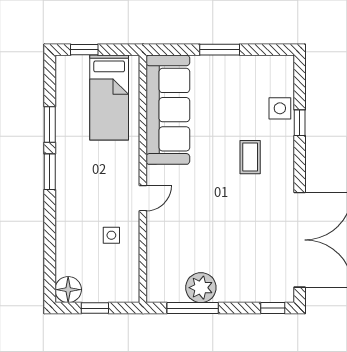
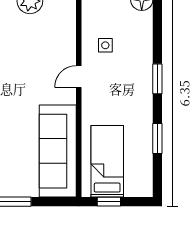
window: (84, 50) -> (109, 202), moved
window: (50, 172) -> (157, 79), moved

